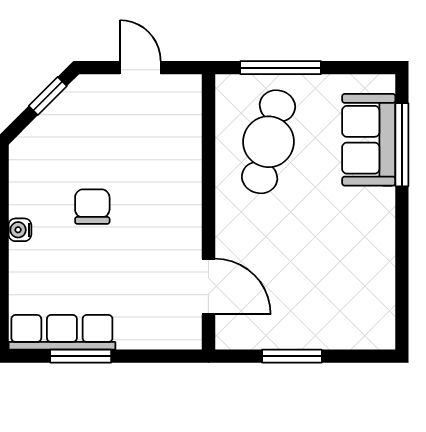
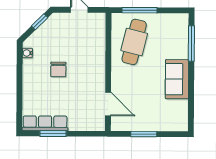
sofa: (369, 140) -> (177, 79), moved
chair: (92, 207) -> (58, 69), turned 180
water cooler: (20, 230) -> (27, 53), moved

